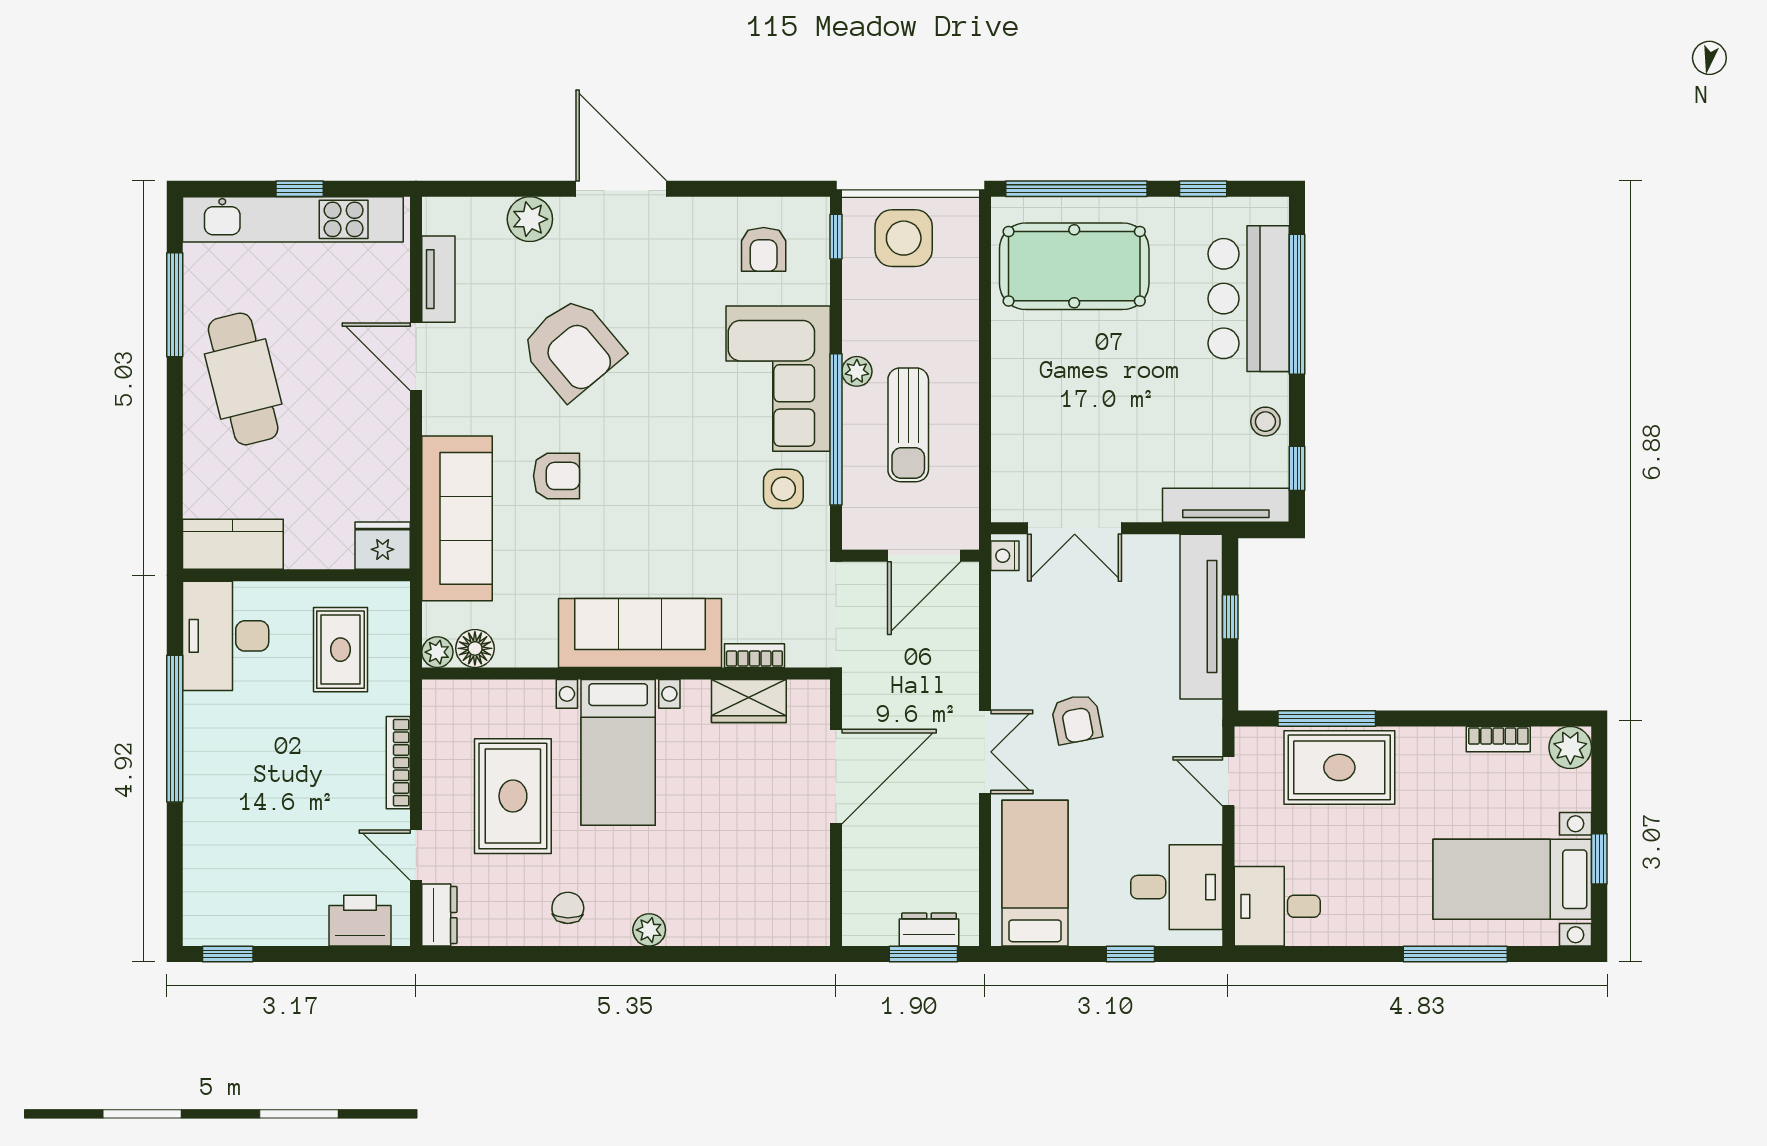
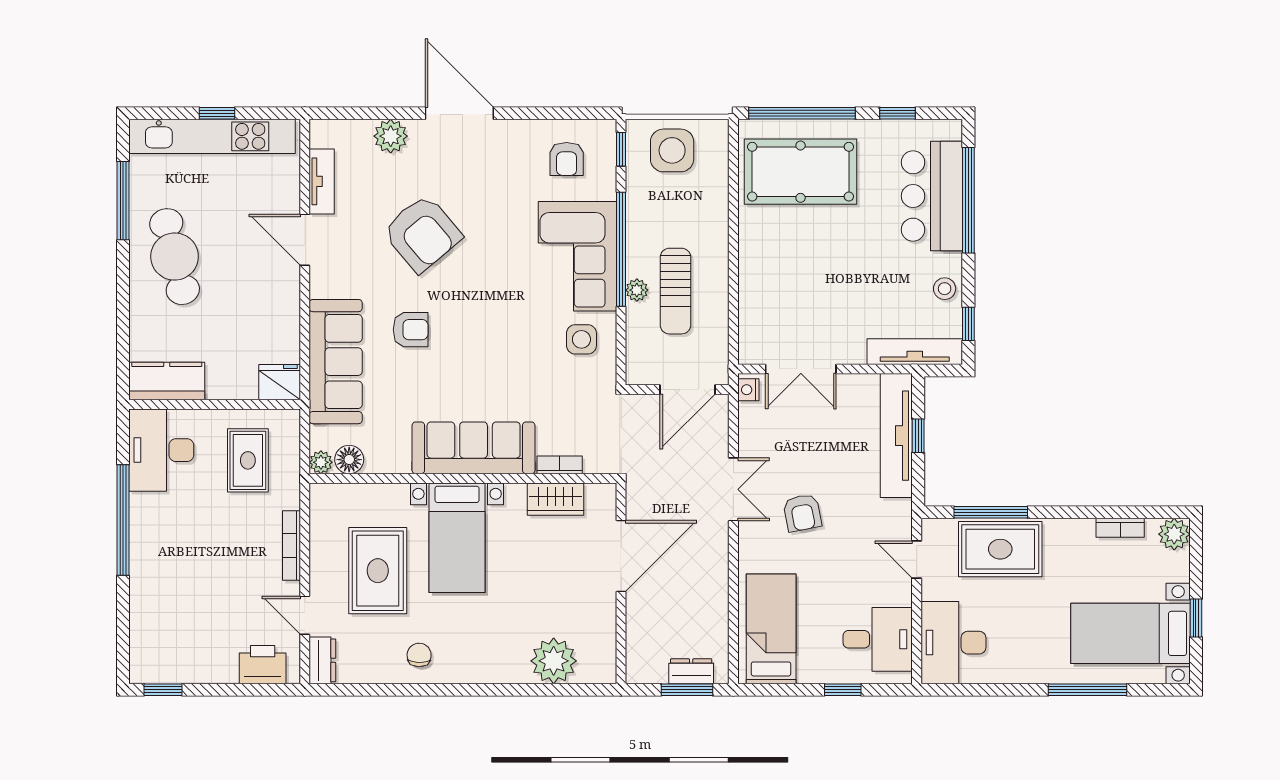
plant: (857, 371) -> (637, 290), moved
window: (836, 429) -> (621, 249), moved
double door: (985, 752) -> (733, 489), moved
desk: (1277, 906) -> (953, 643), width x1.37
plant: (649, 930) -> (554, 661), moved, width x1.87, depth x1.87

